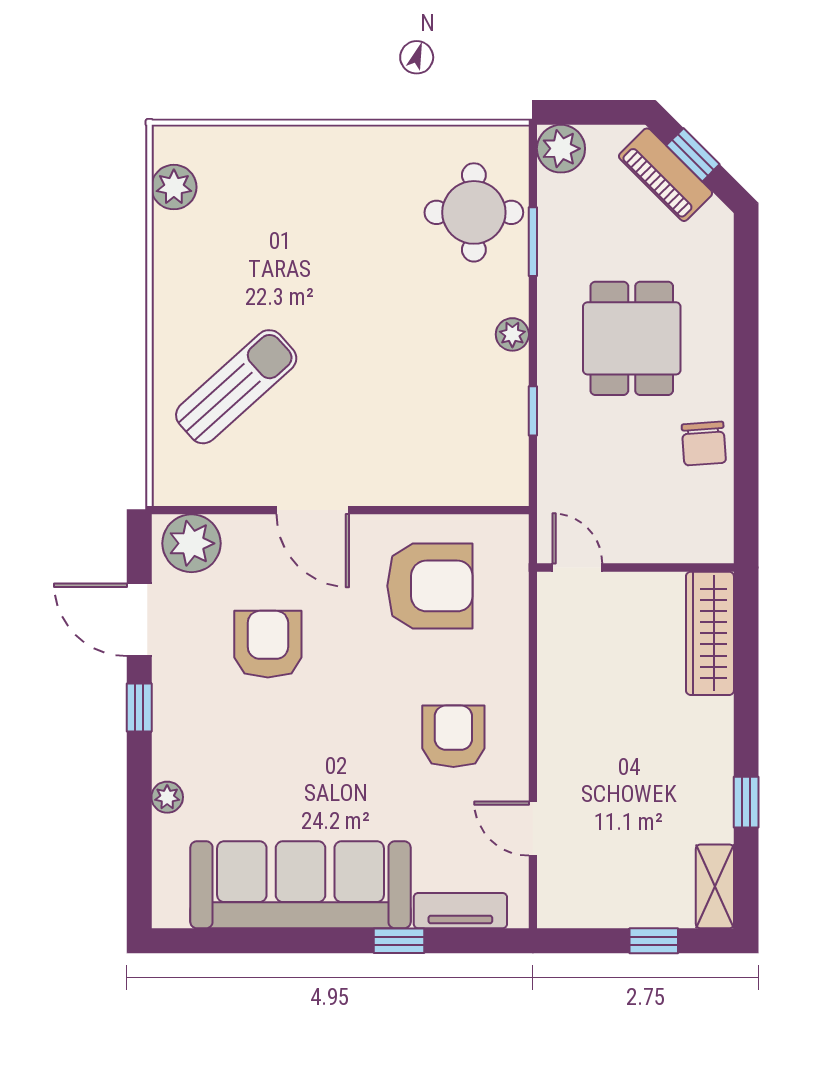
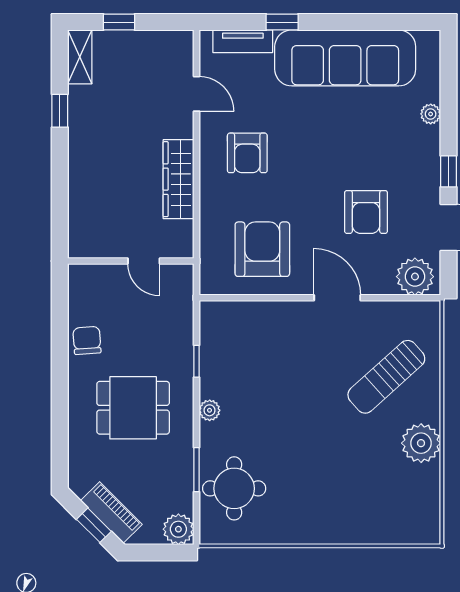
plant: (174, 187) -> (421, 443), moved, width x1.36, depth x1.36
dining table: (632, 338) -> (133, 408), turned 90
door: (577, 568) -> (144, 261), moved
armchair: (430, 586) -> (262, 249), turned 90
wardrobe: (710, 633) -> (178, 179), moved, turned 180

